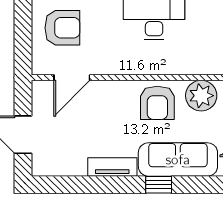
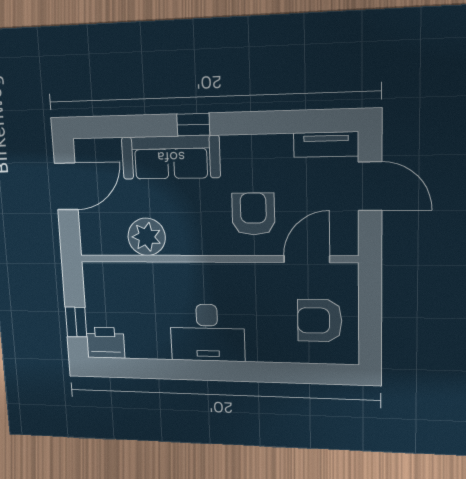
armchair: (157, 103) -> (253, 214), moved
tv unit: (112, 167) -> (326, 145), moved

